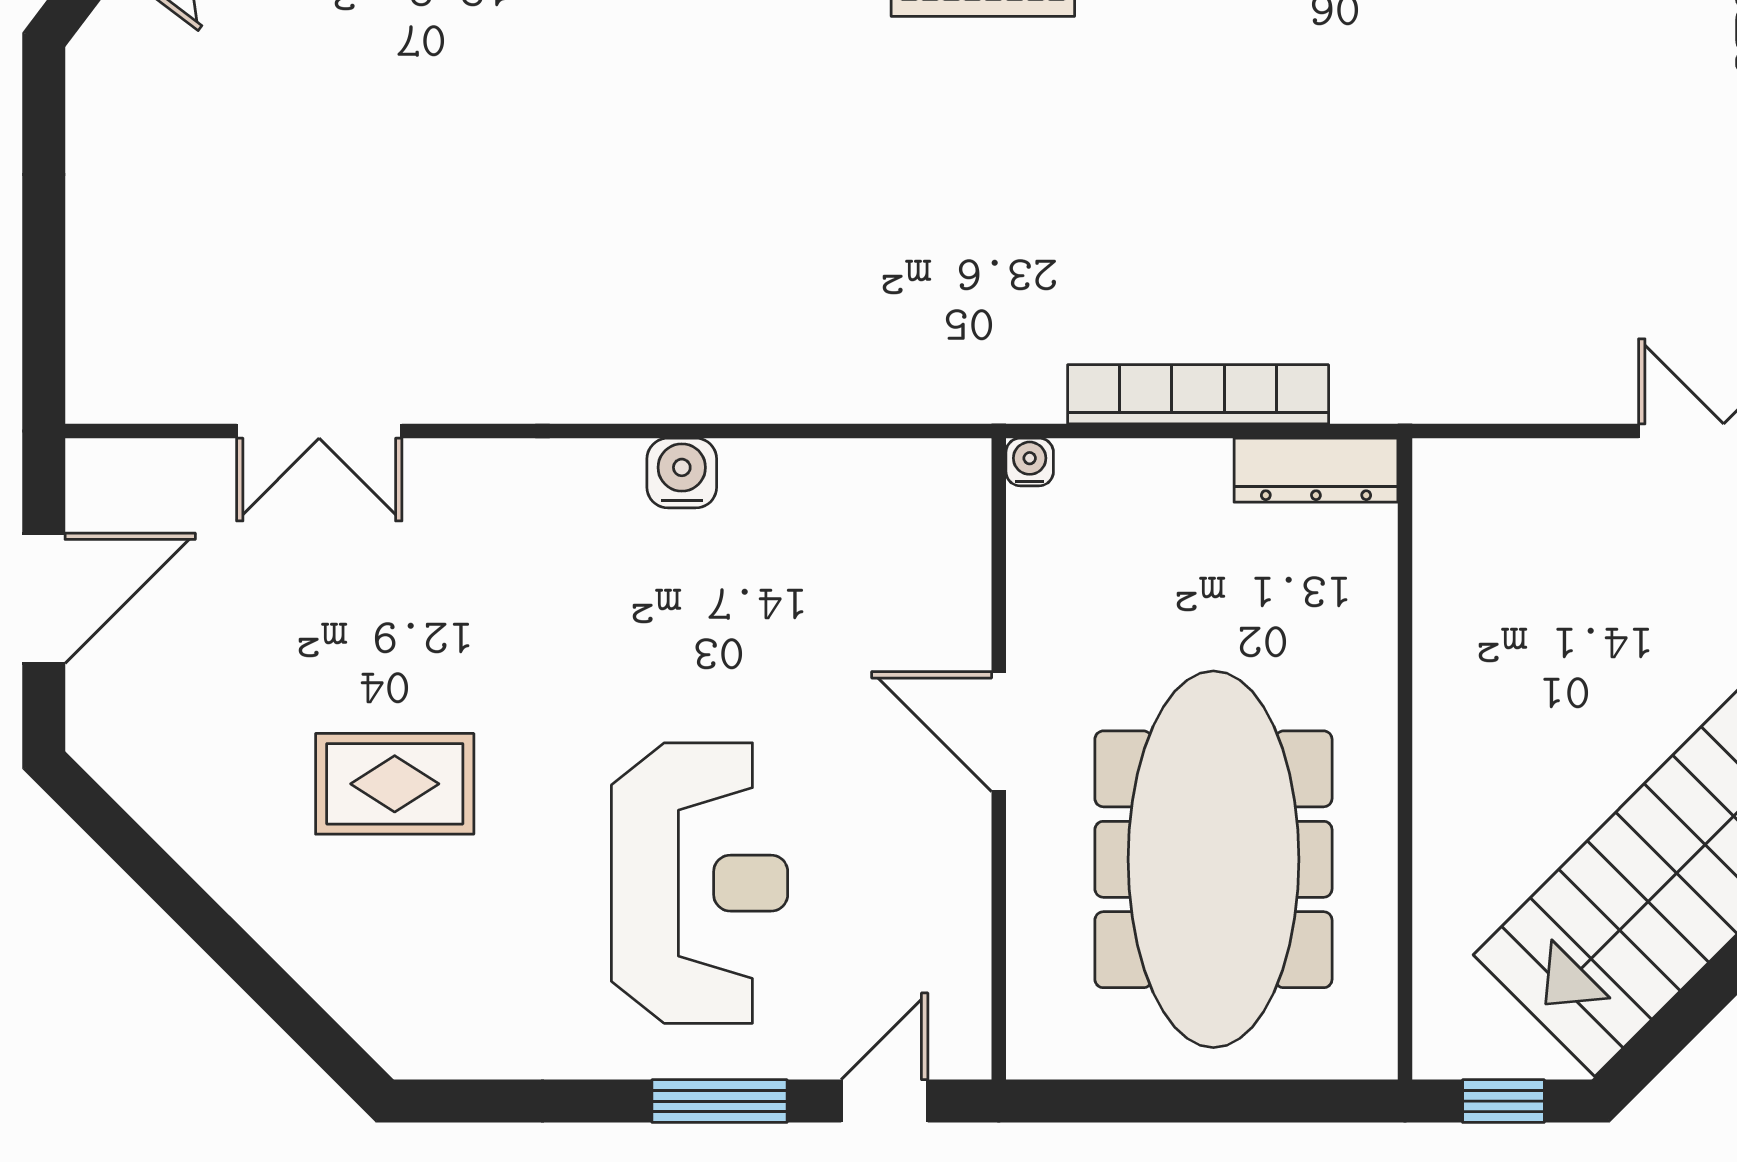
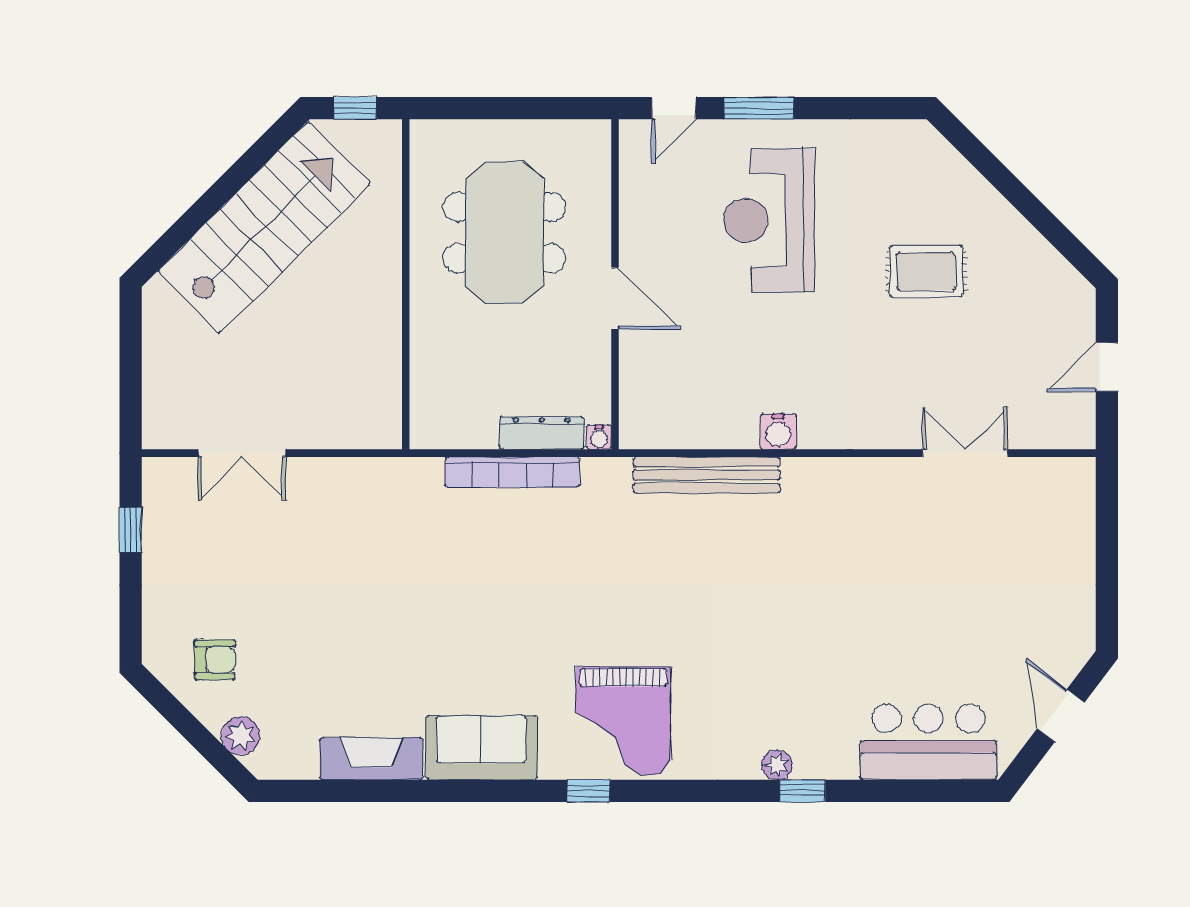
bench: (821, 388) -> (707, 475), added
dresser: (1316, 470) -> (542, 433), moved
door: (44, 598) -> (1107, 367), width x0.73
meeting table: (1213, 859) -> (504, 233), width x0.73

